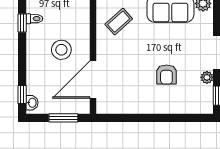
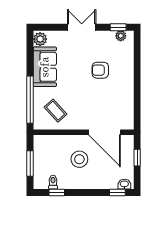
armchair: (166, 74) -> (100, 70), turned 180
plant: (207, 77) -> (121, 36), moved
window: (63, 118) -> (137, 158), width x0.67

